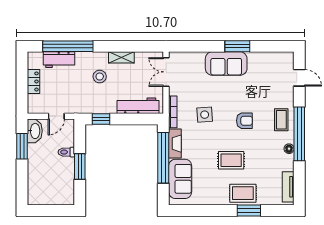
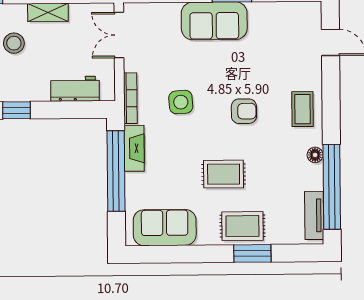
workbench: (138, 106) -> (75, 89), width x0.73
window: (299, 134) -> (332, 187), moved
sofa: (180, 179) -> (165, 228), moved, turned -90

